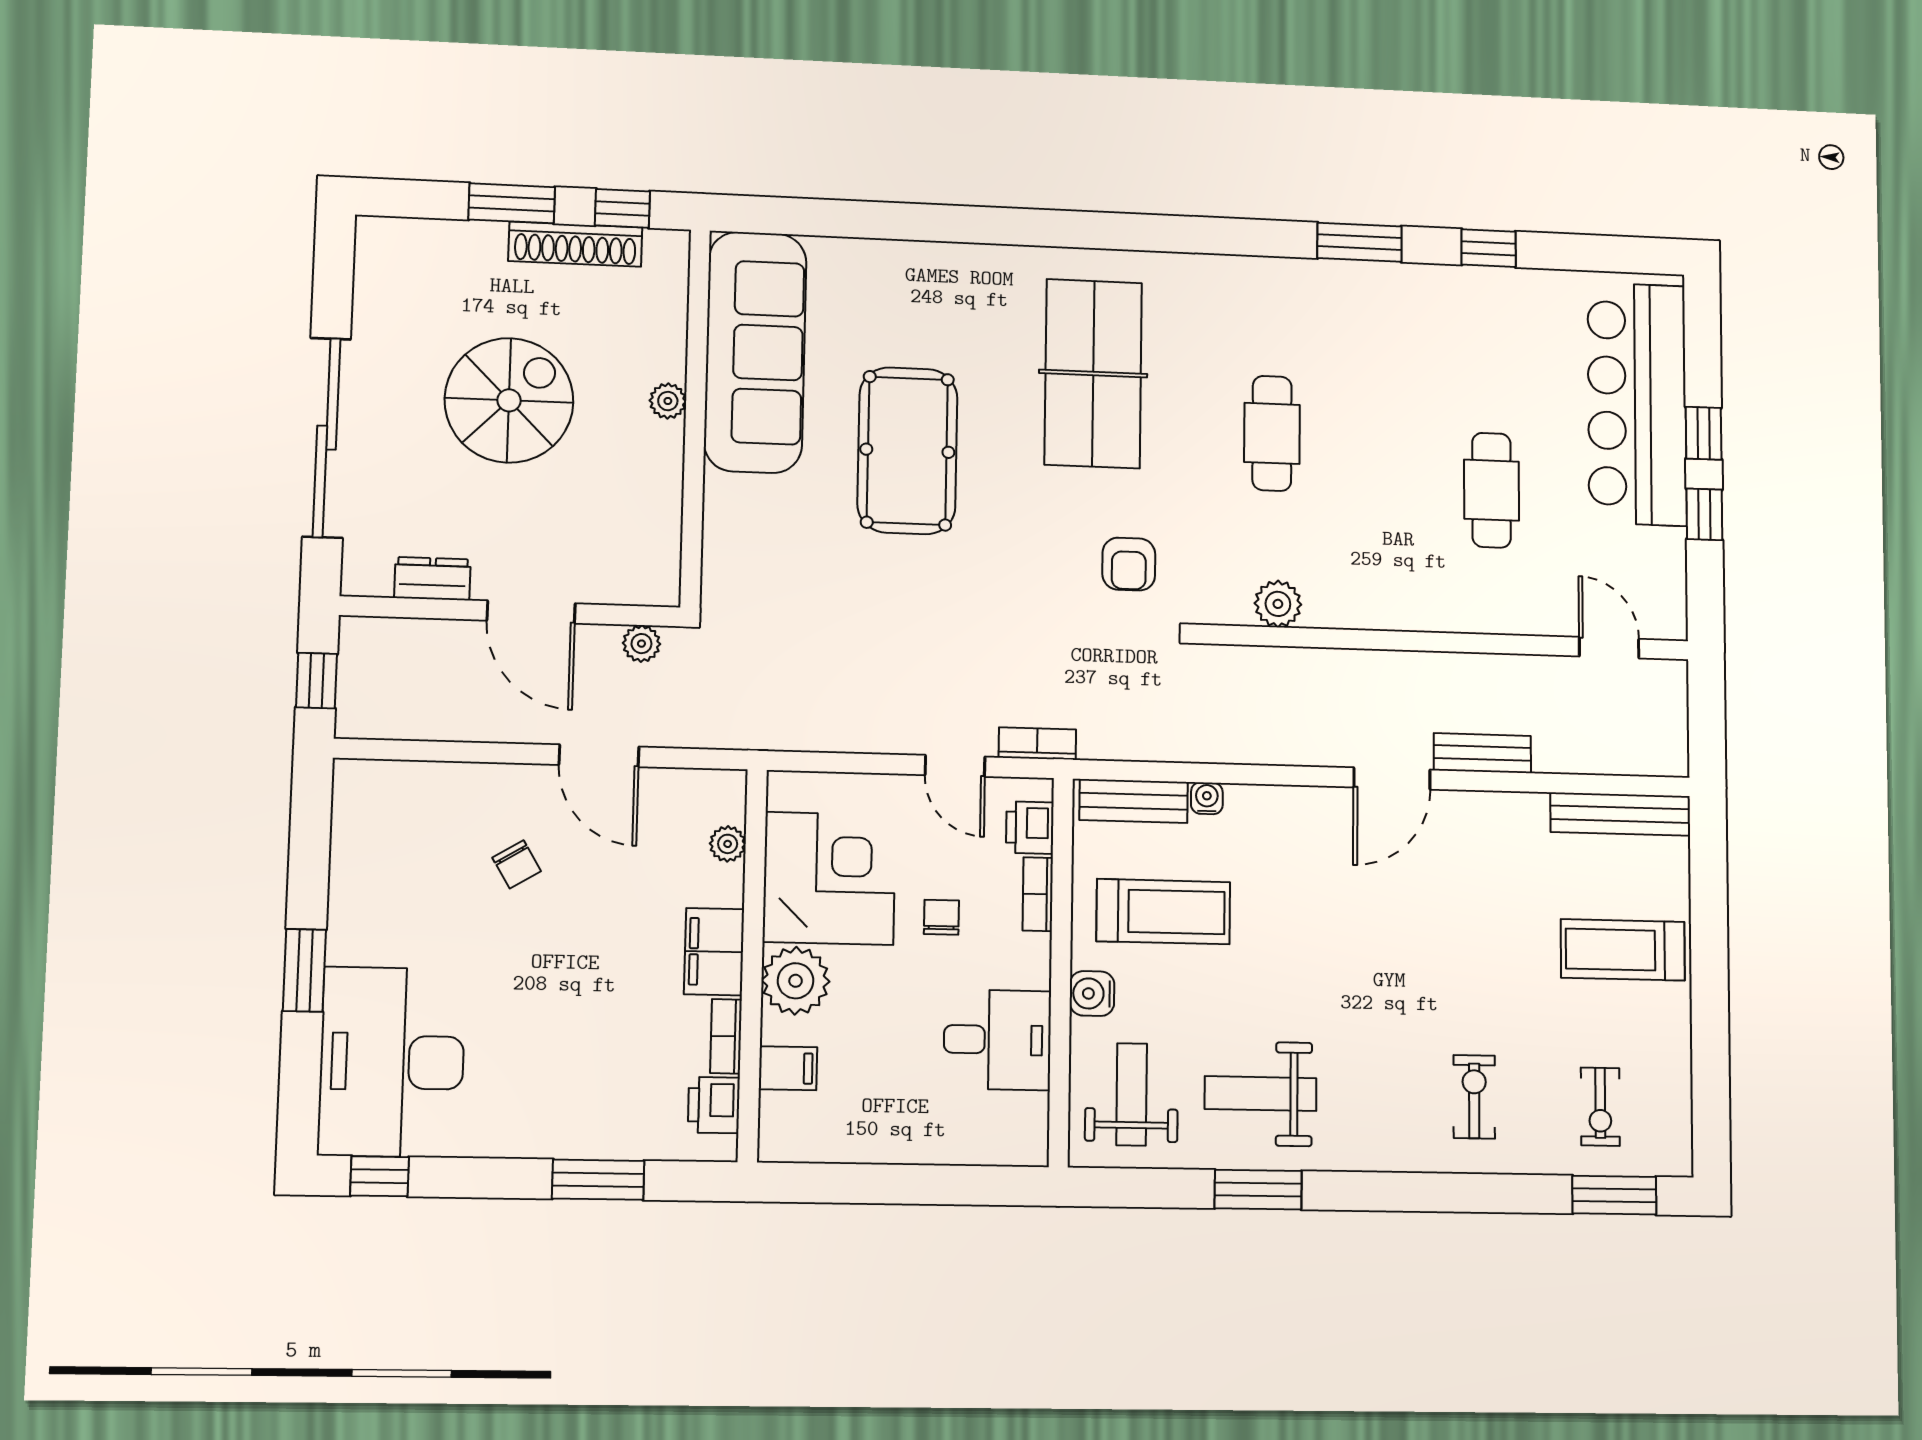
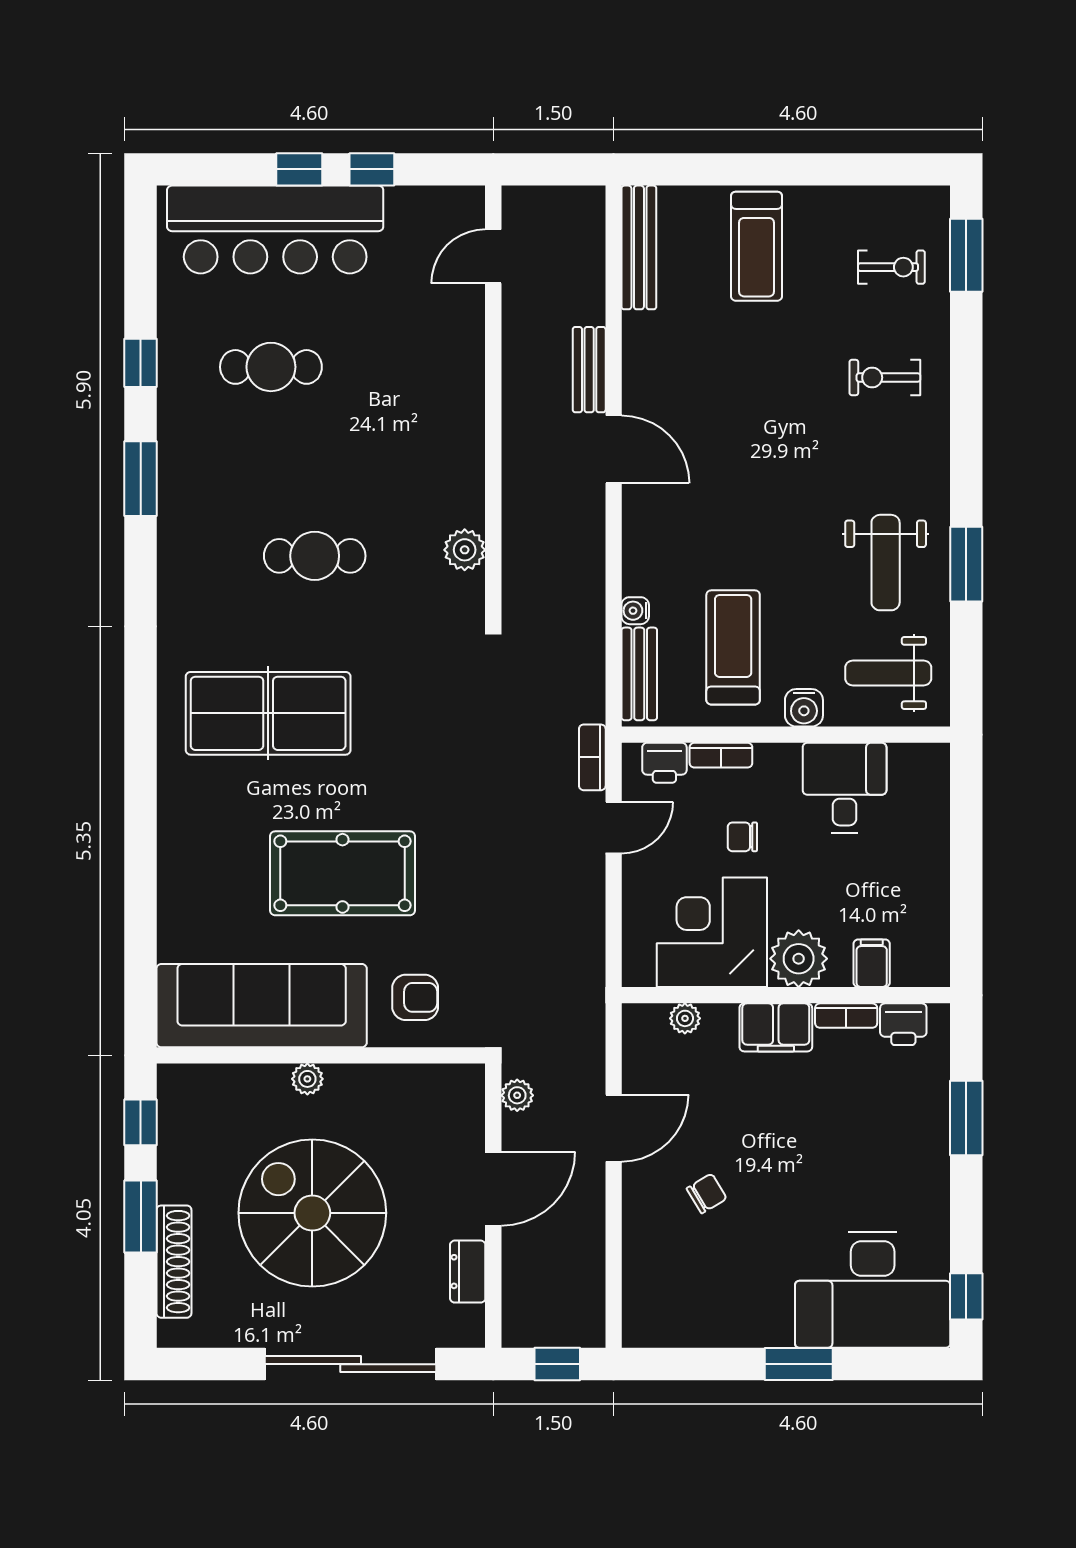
shoe rack: (575, 244) -> (174, 1262), moved
spiral stairs: (509, 400) -> (312, 1213), width x1.37, depth x1.37
cafe table: (1492, 490) -> (271, 367), moved
armchair: (1129, 564) -> (415, 997), moved

